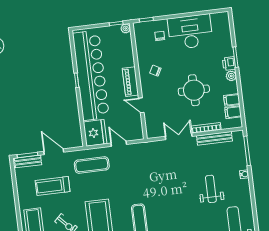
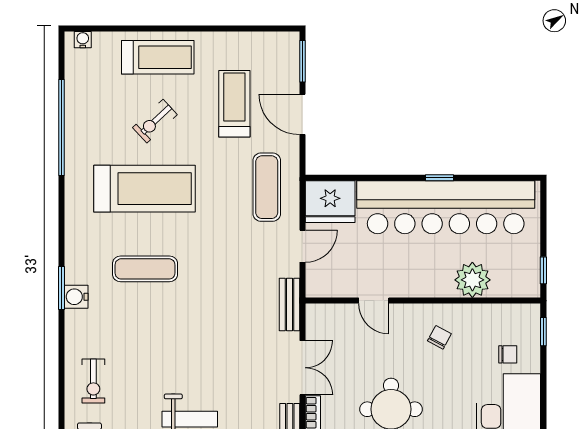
plant: (126, 28) -> (472, 280), moved, width x1.88, depth x1.88
piano: (130, 82) -> (424, 285), removed
door: (141, 105) -> (374, 301), swing flipped
door: (54, 152) -> (302, 114), swing flipped
bench: (28, 161) -> (290, 304), moved

